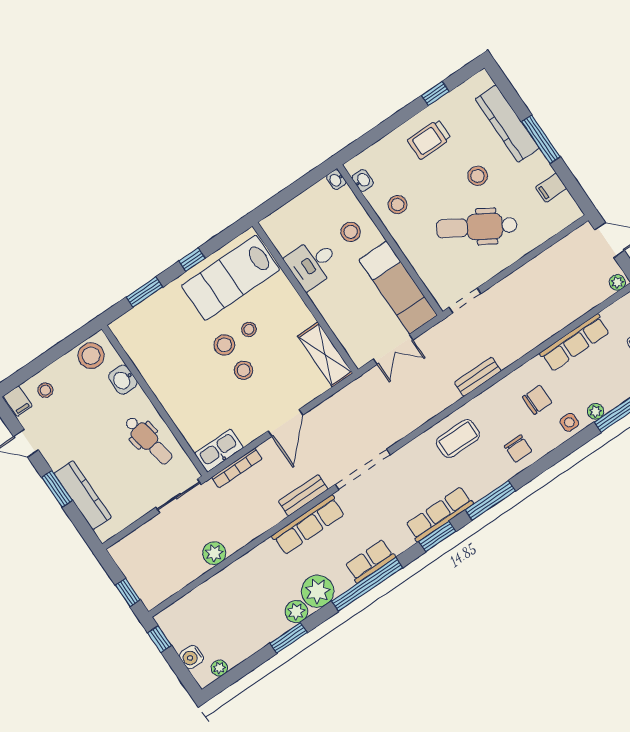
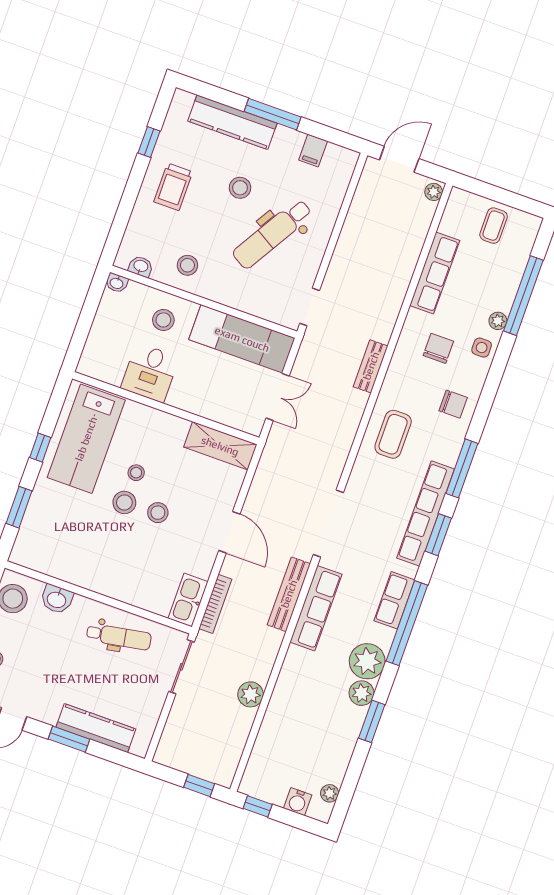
bench: (303, 495) -> (289, 594), width x1.36
row of seats: (439, 514) -> (426, 513), width x1.36

